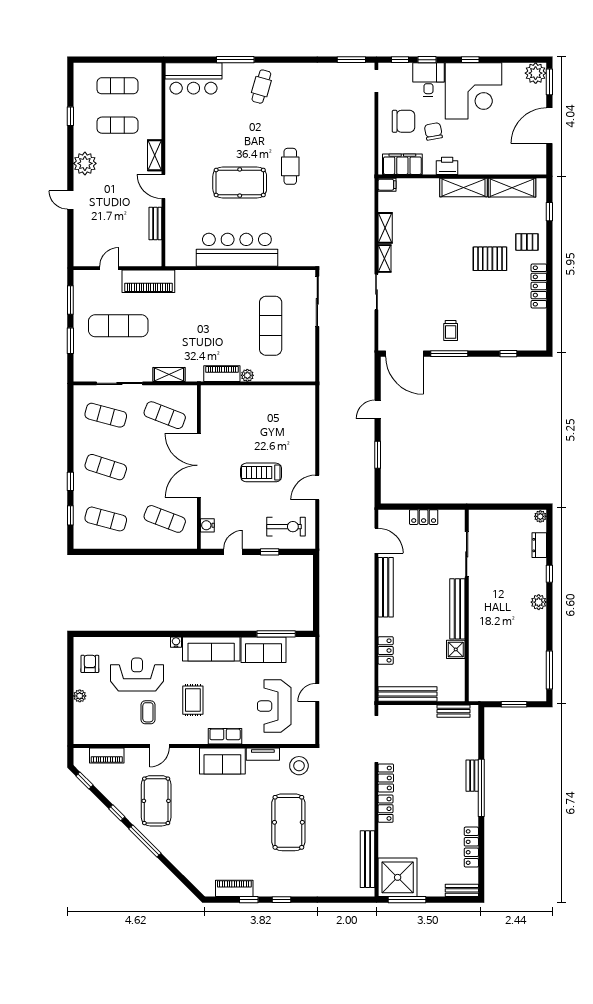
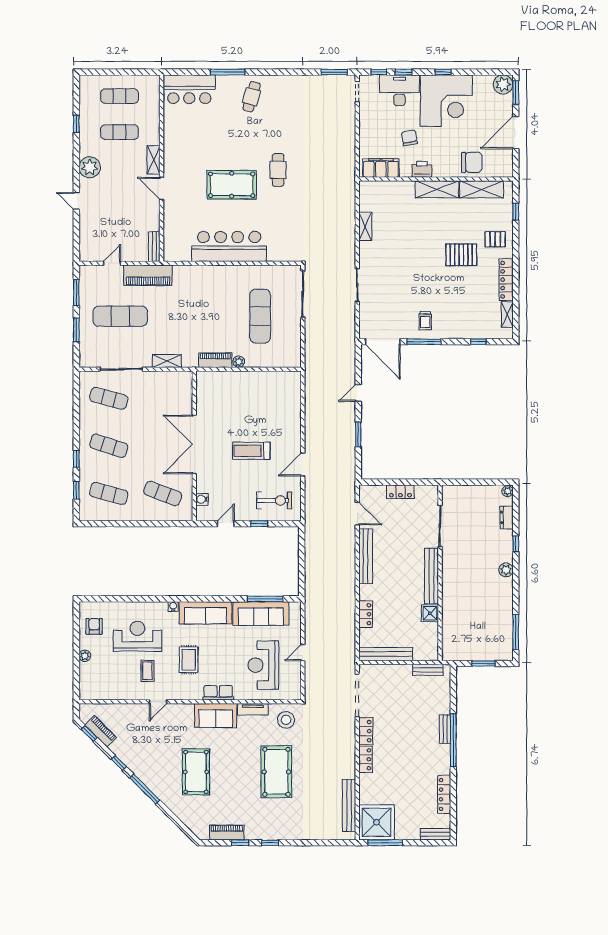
desk: (428, 80) -> (399, 90), width x1.37
chair: (404, 121) -> (472, 162), moved
filing cabinet: (387, 185) -> (367, 187), removed
bench: (155, 224) -> (154, 247), moved
shelving: (385, 259) -> (507, 315), moved
exercise mat: (165, 415) -> (163, 398), removed
sofa: (263, 650) -> (261, 613), width x1.36
piano: (107, 755) -> (101, 731), moved, turned -135
pool table: (156, 801) -> (196, 772), moved

